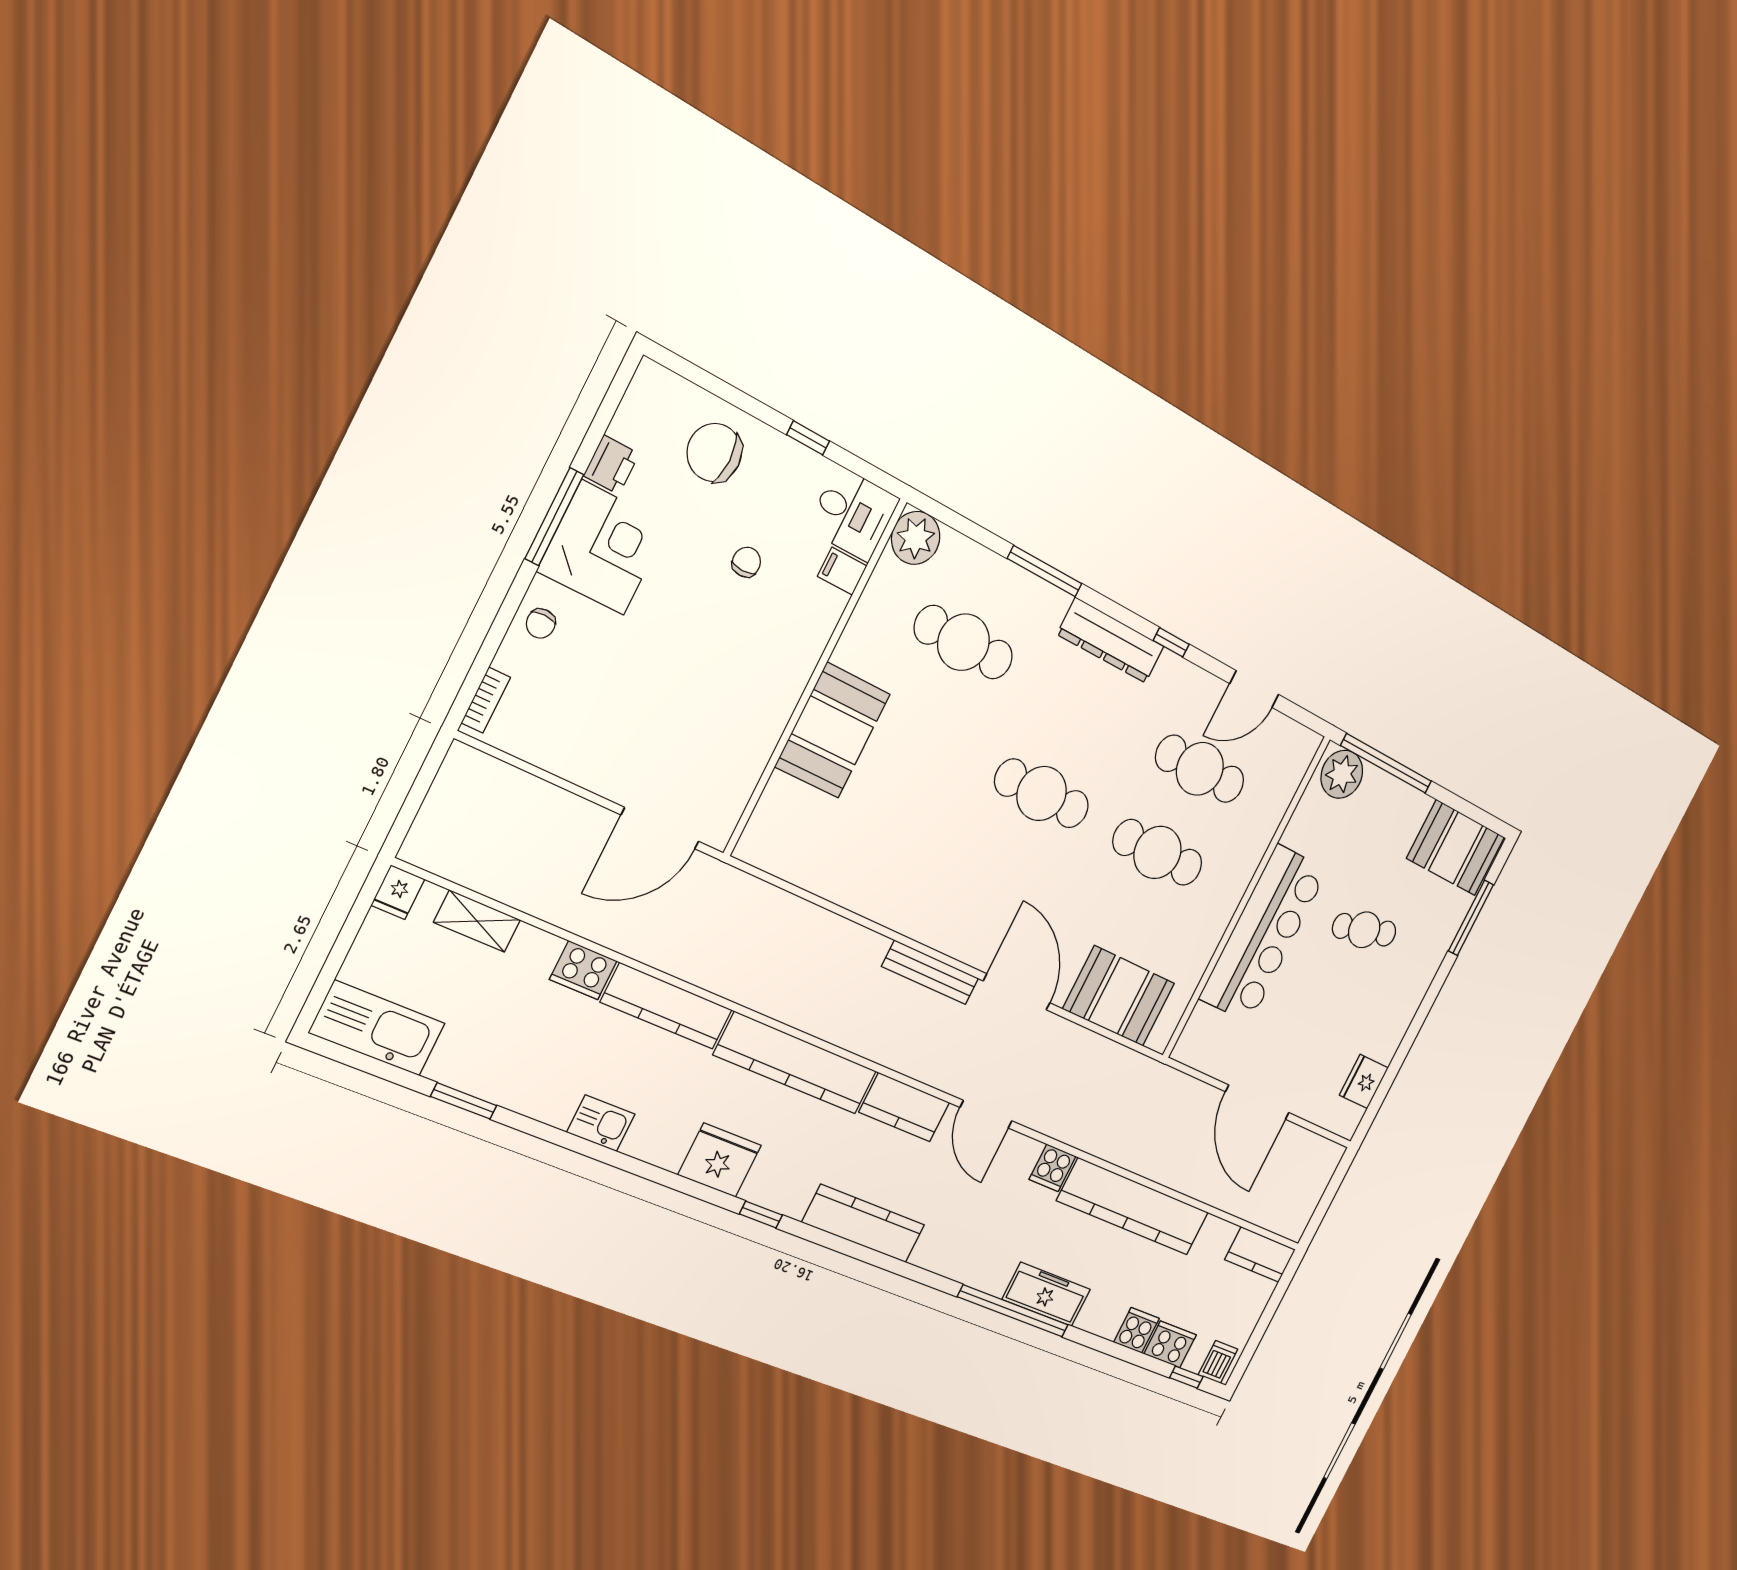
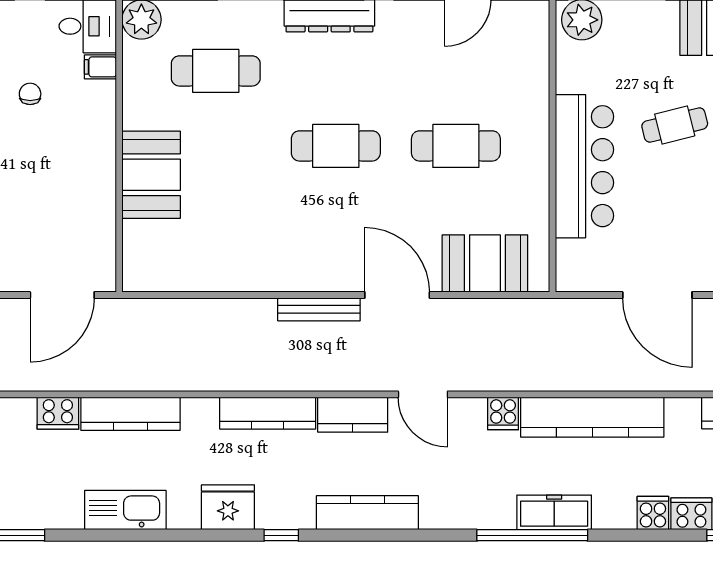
cafe table: (1200, 769) -> (456, 71), removed
kitchen counter: (796, 1063) -> (268, 413), width x0.72, depth x0.86
kitchen sink: (601, 1123) -> (125, 510), width x1.88, depth x1.24

